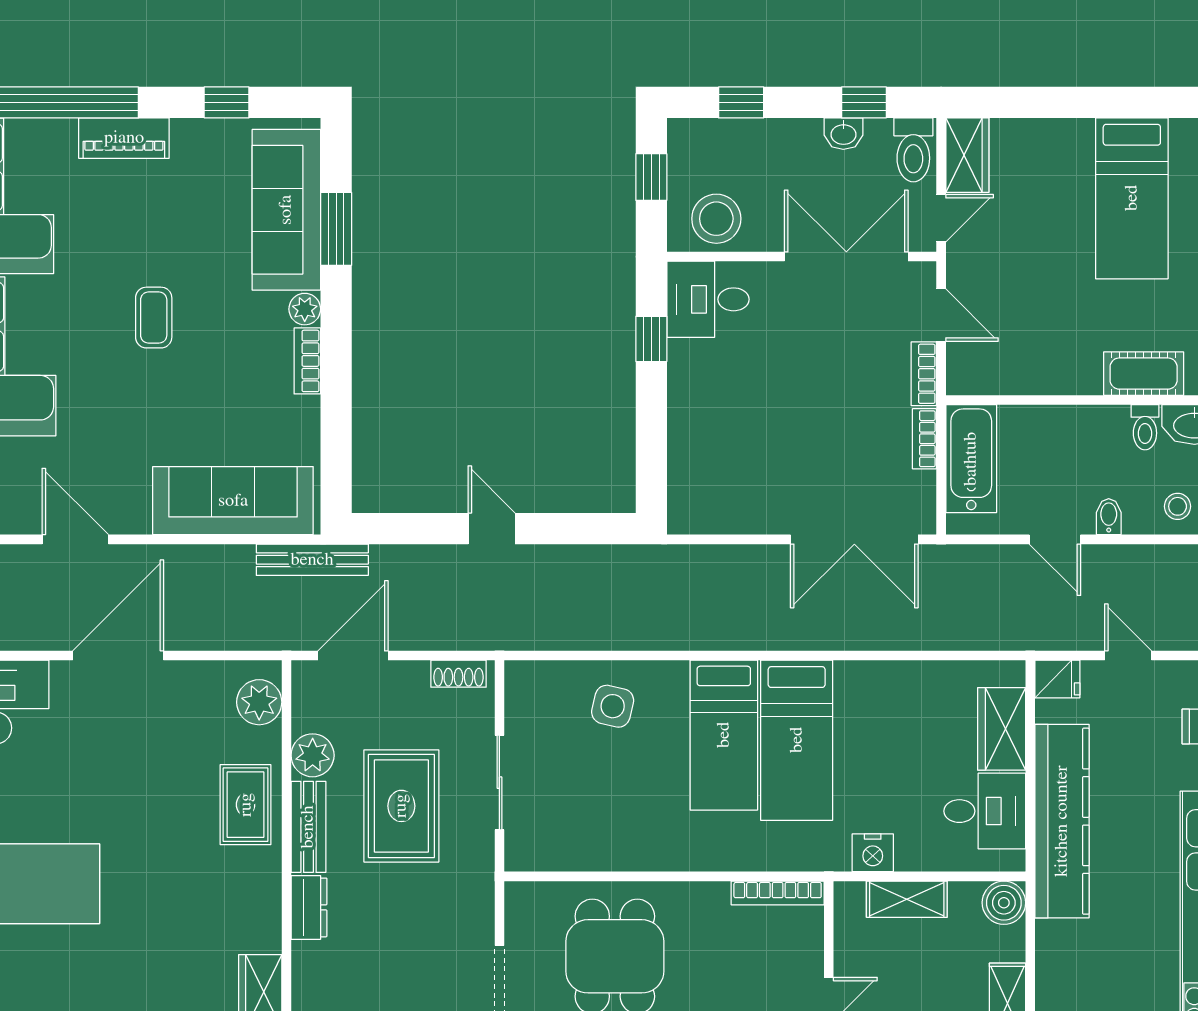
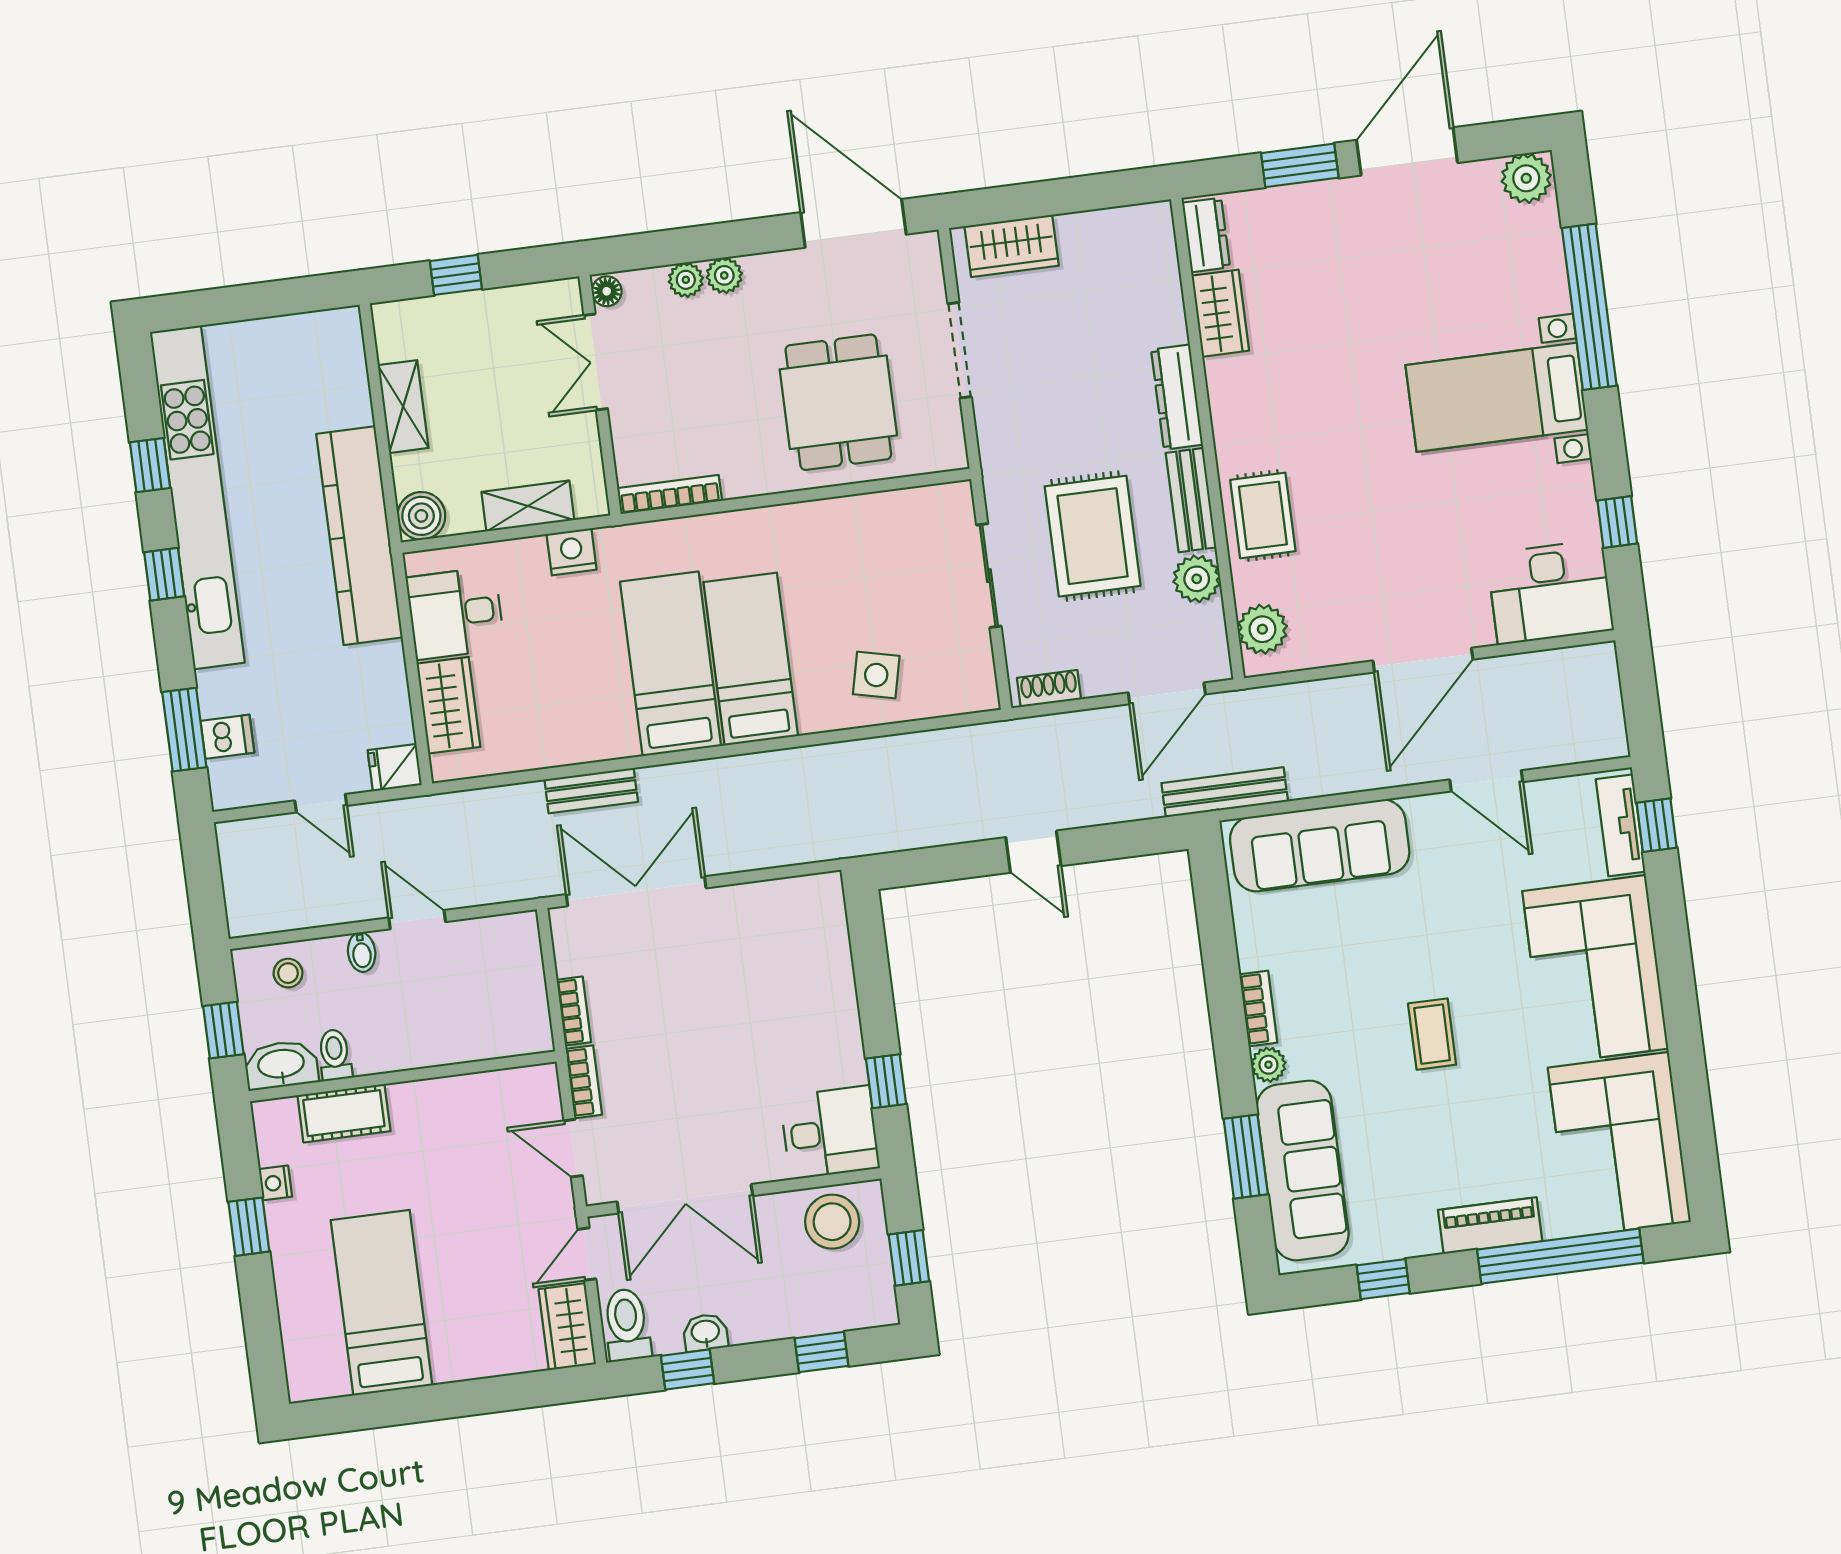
bathtub: (971, 459) -> (520, 996), removed
bench: (883, 635) -> (591, 791), added
kitchen counter: (1062, 821) -> (359, 536), moved
dresser: (309, 907) -> (1177, 397), width x1.44

